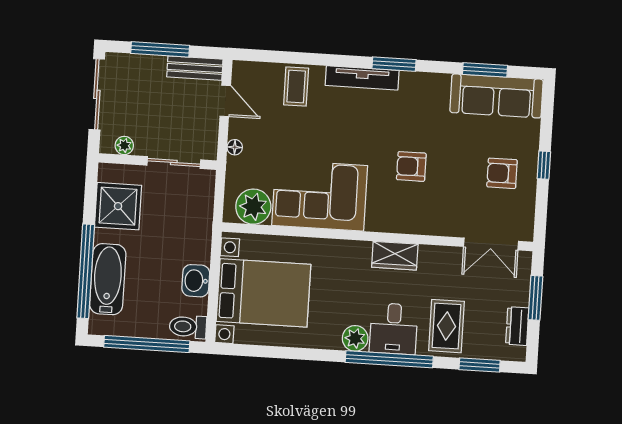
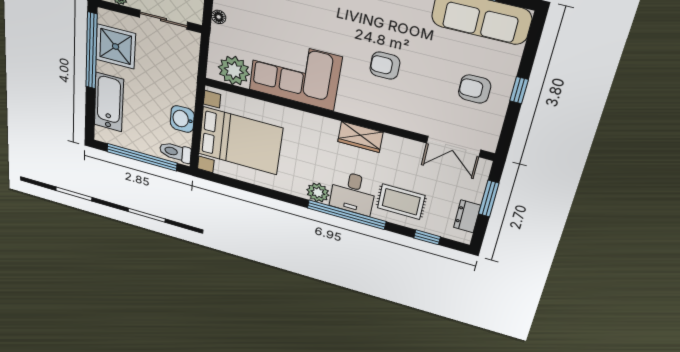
window: (86, 271) -> (91, 51), moved
rug: (446, 326) -> (401, 202), turned 90
window: (480, 365) -> (427, 237), width x0.67

